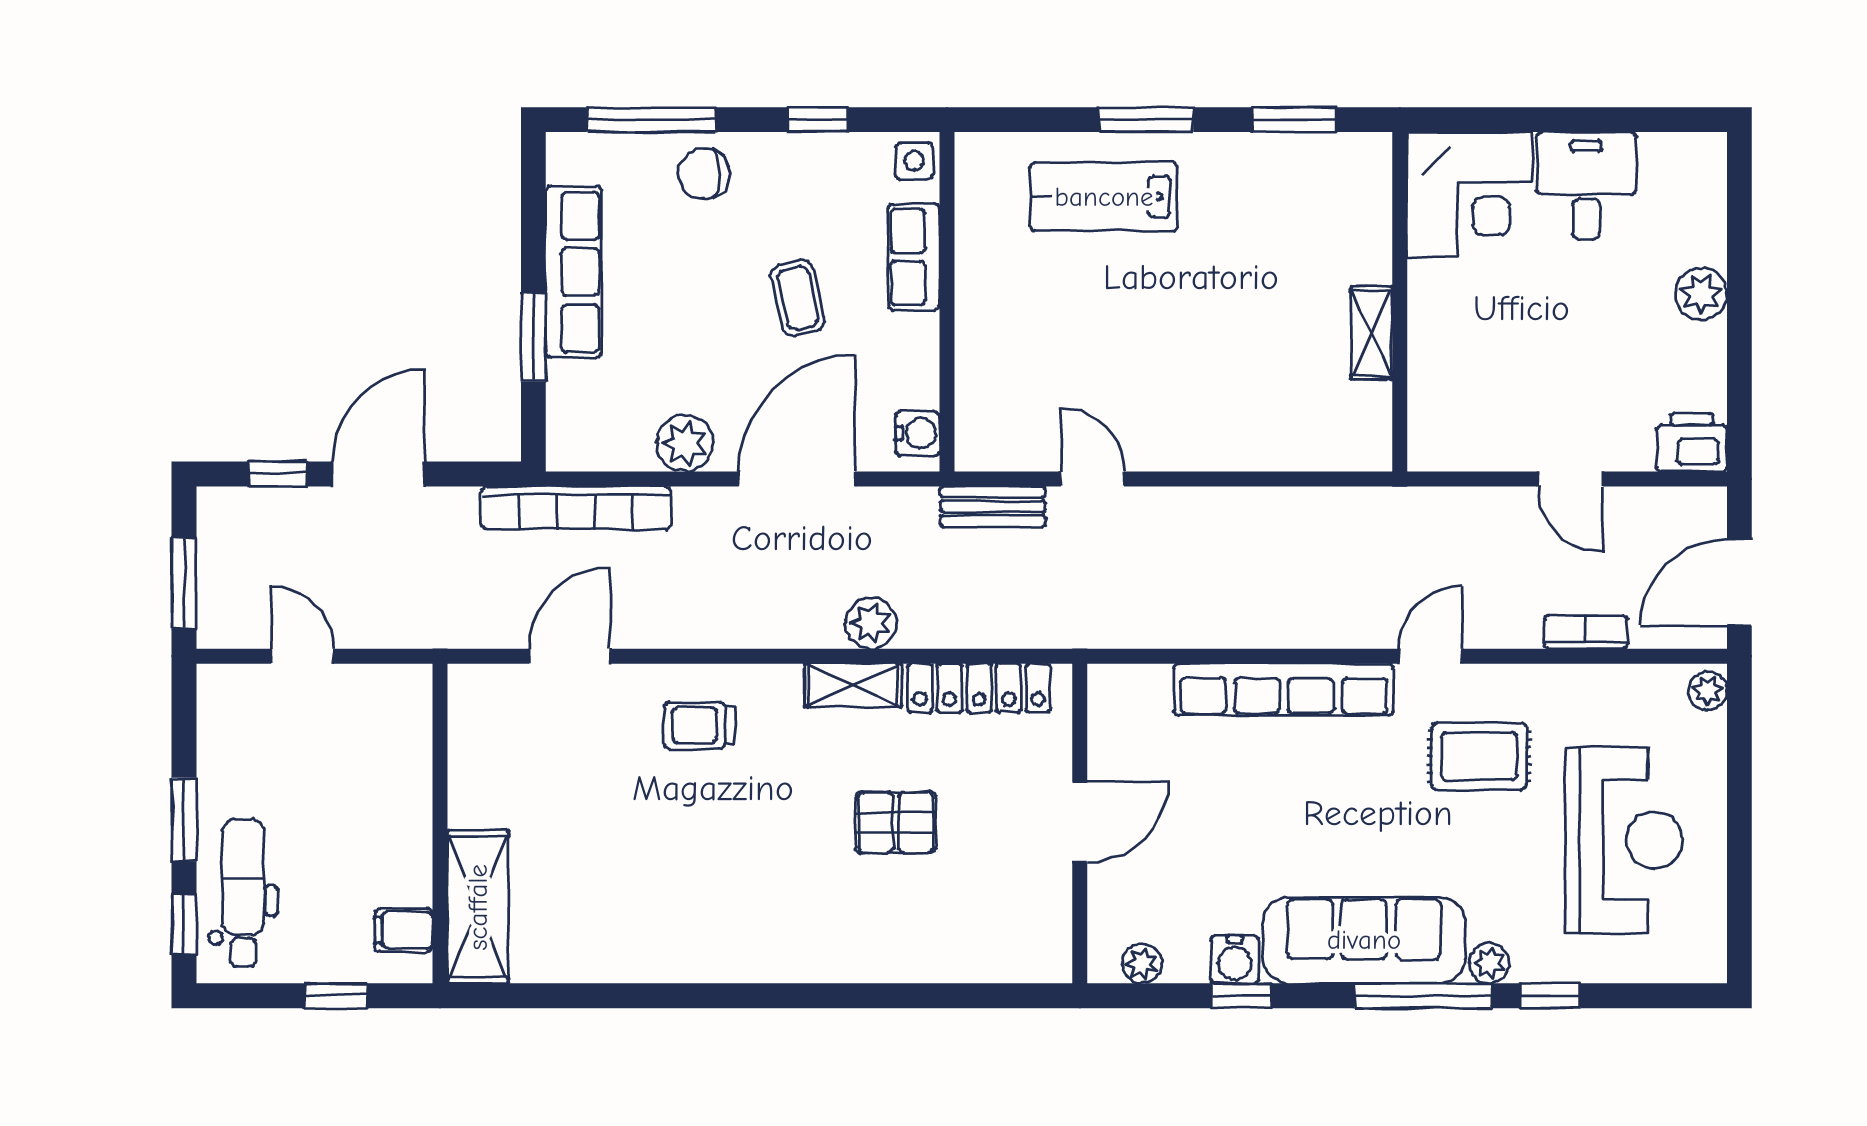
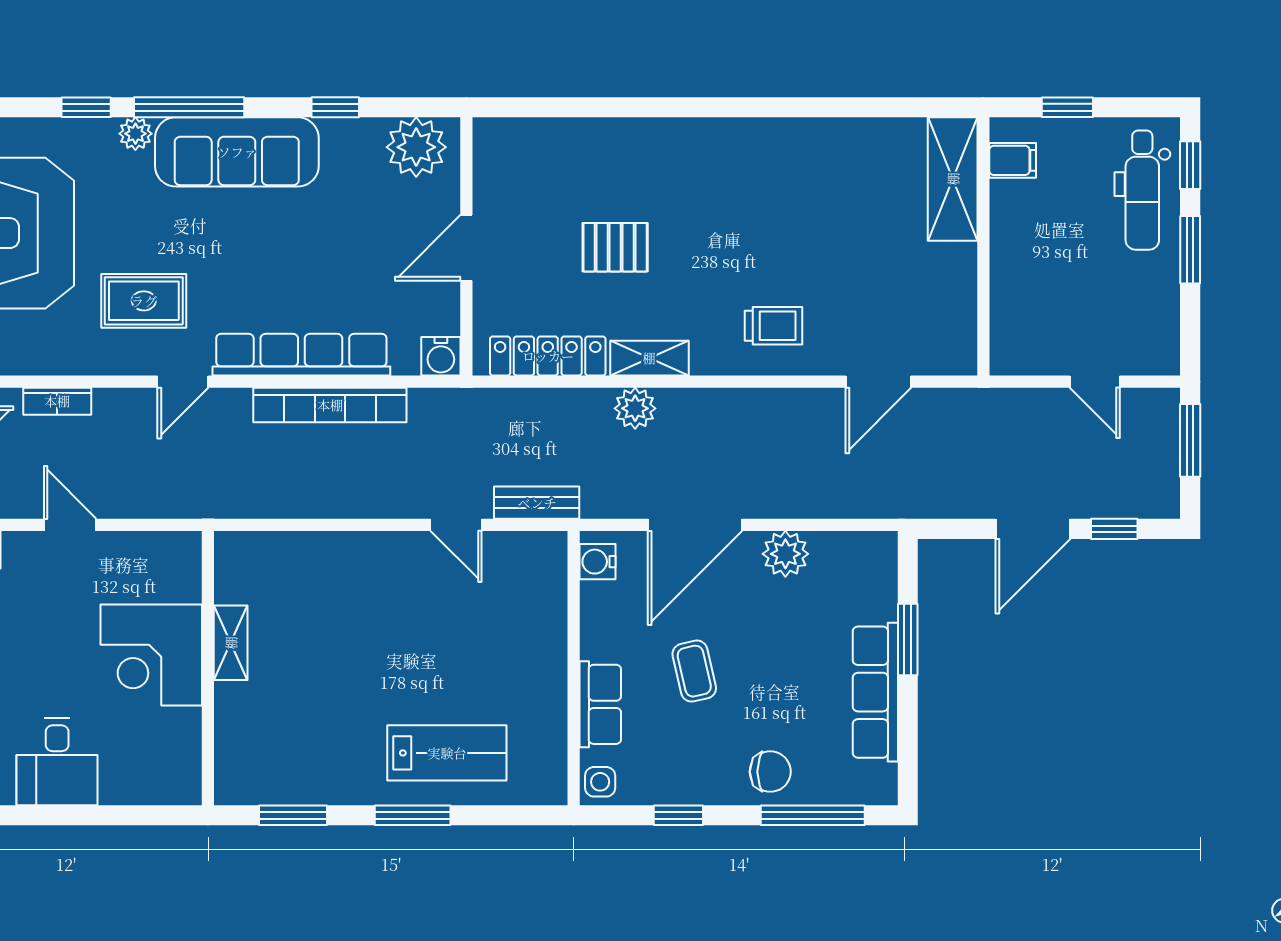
corner desk: (1470, 195) -> (151, 655), moved, turned -90
bookcase: (576, 508) -> (330, 405), moved, turned 180
water cooler: (1235, 959) -> (441, 356), moved, turned 180
plant: (1142, 964) -> (416, 147), width x1.87, depth x1.87

